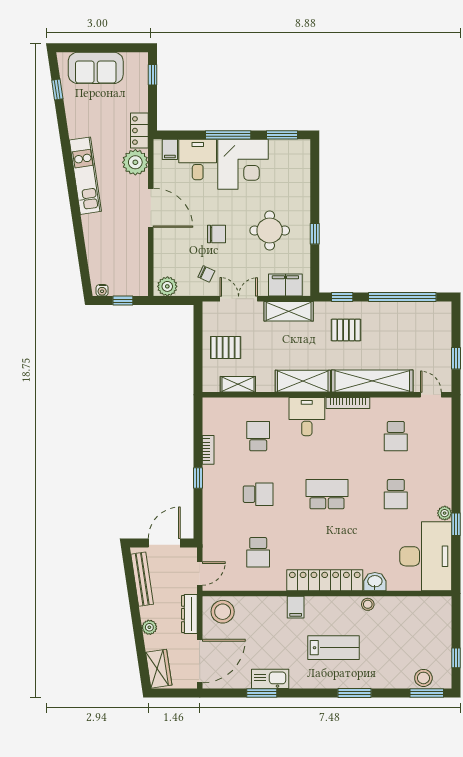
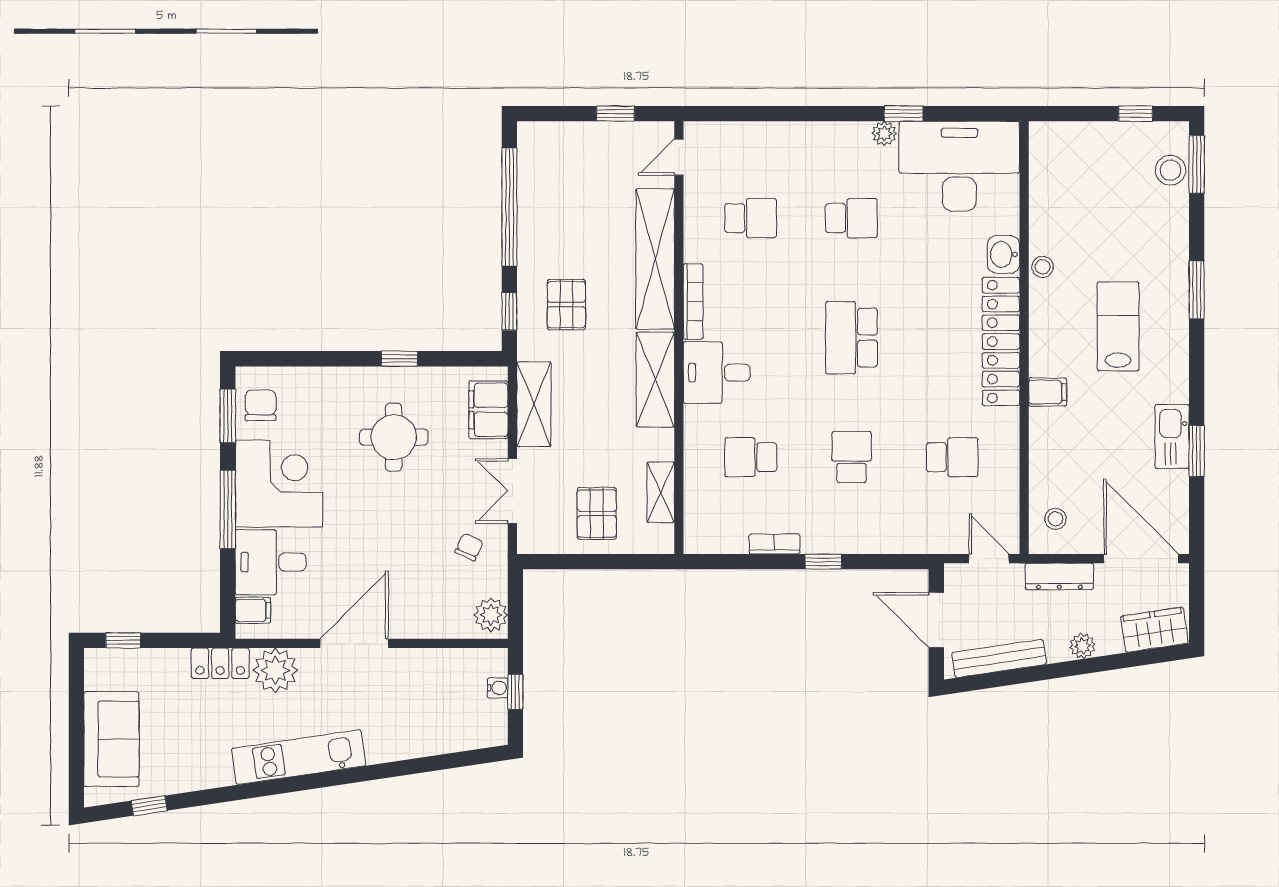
chair: (216, 234) -> (261, 405), moved
water cooler: (102, 290) -> (498, 688), moved
stool: (223, 612) -> (1055, 519), width x0.53, depth x0.53

